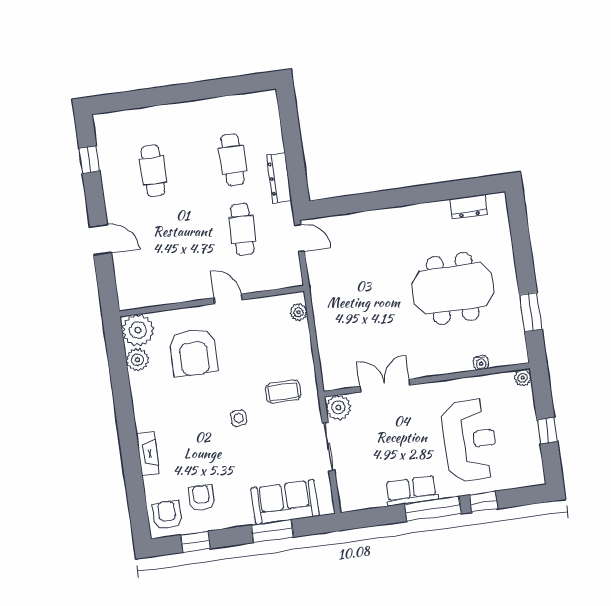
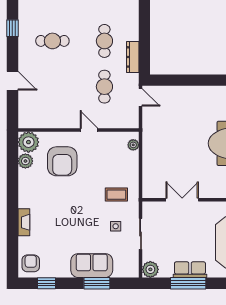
cafe table: (153, 171) -> (52, 41), turned 90
plant: (338, 407) -> (150, 269), moved
side table: (239, 418) -> (116, 226), moved
armchair: (201, 498) -> (54, 255), removed
sofa: (285, 502) -> (92, 266), moved
window: (433, 509) -> (188, 283), moved

